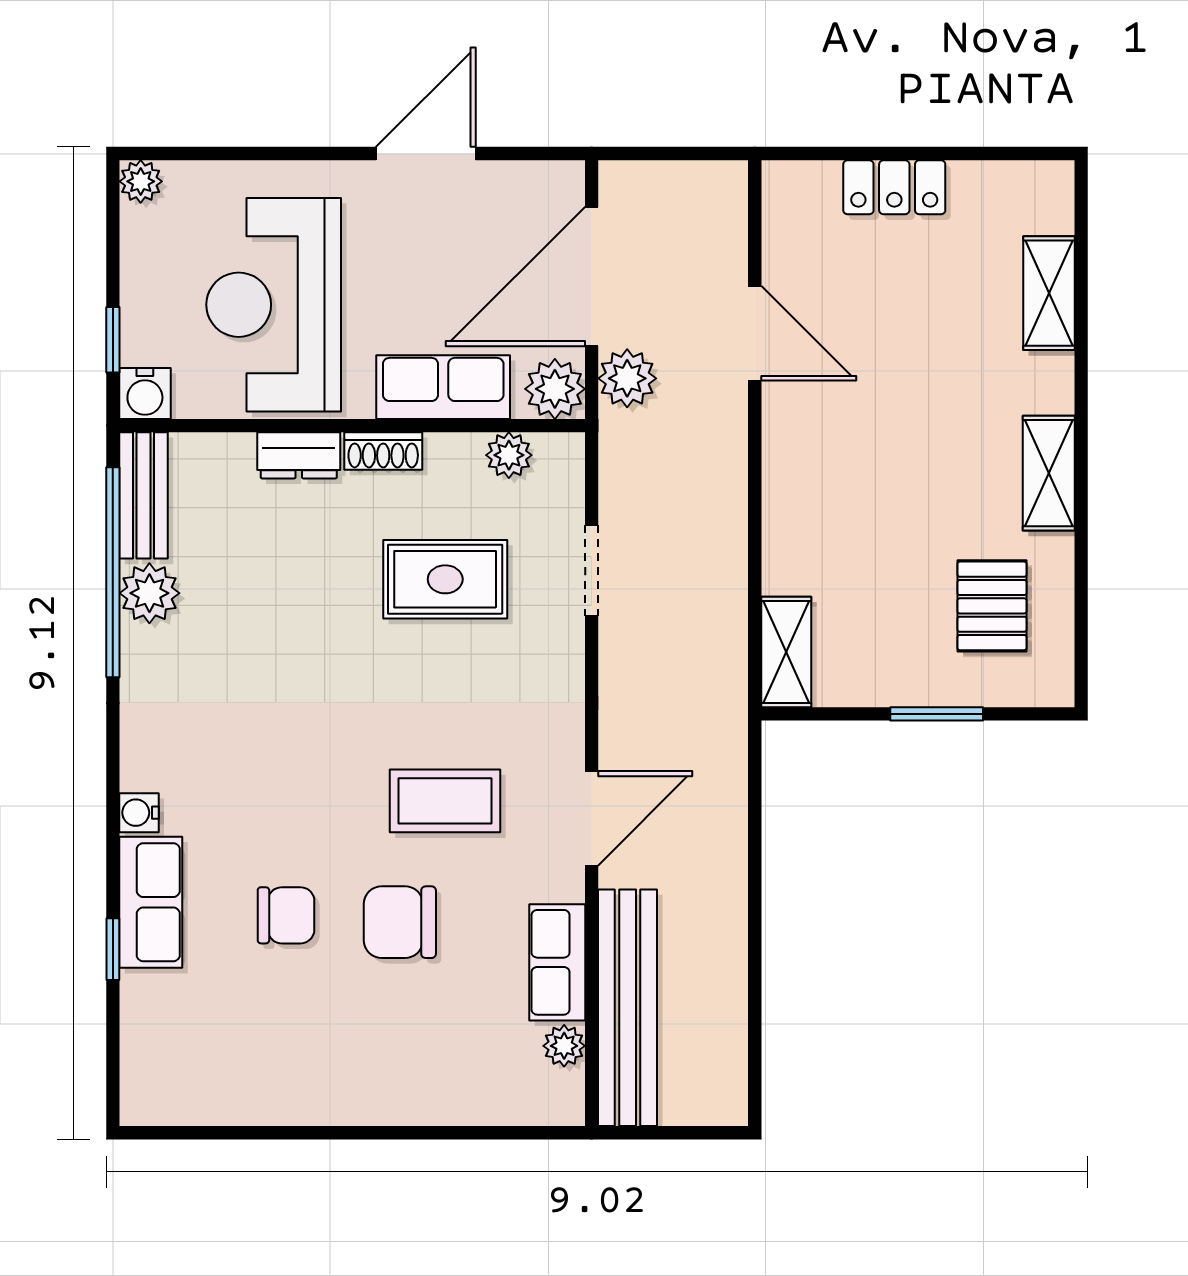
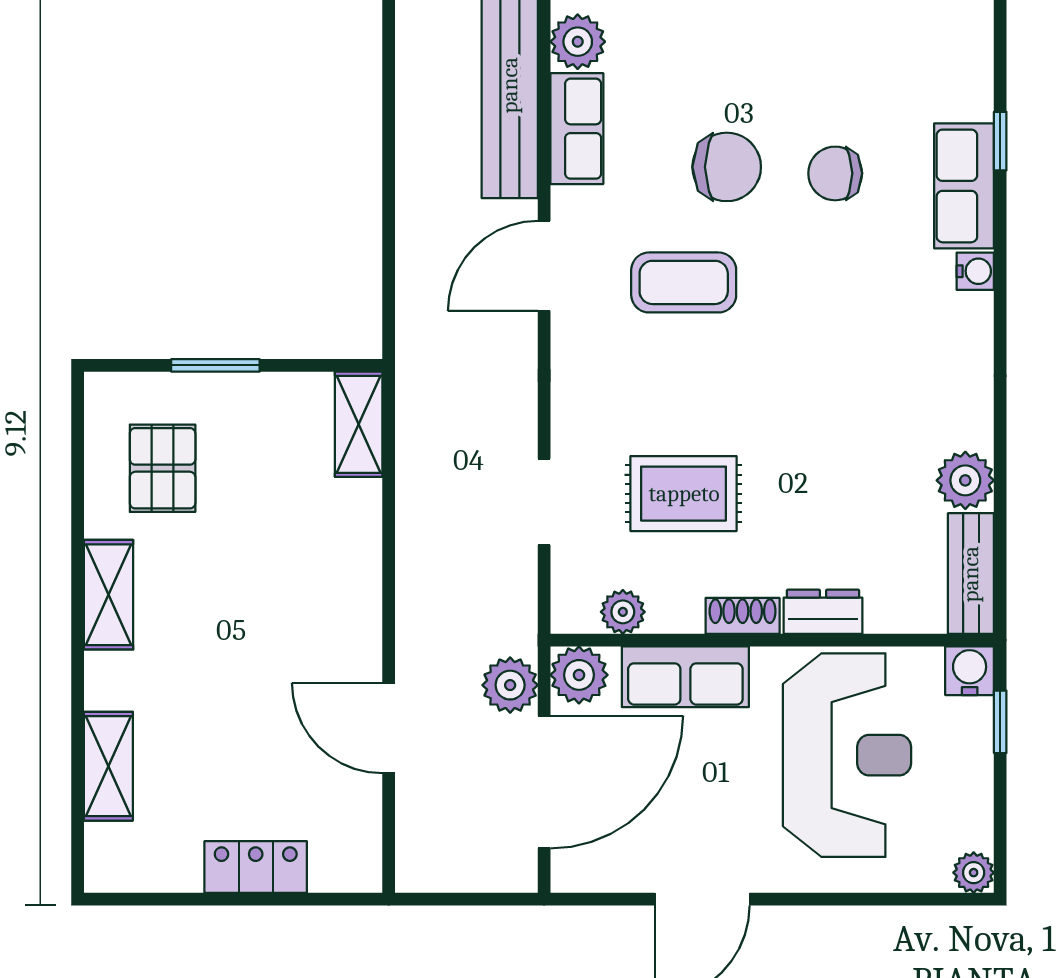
window: (113, 572) -> (1000, 500), removed
plant: (564, 1046) -> (578, 42), width x1.38, depth x1.38

